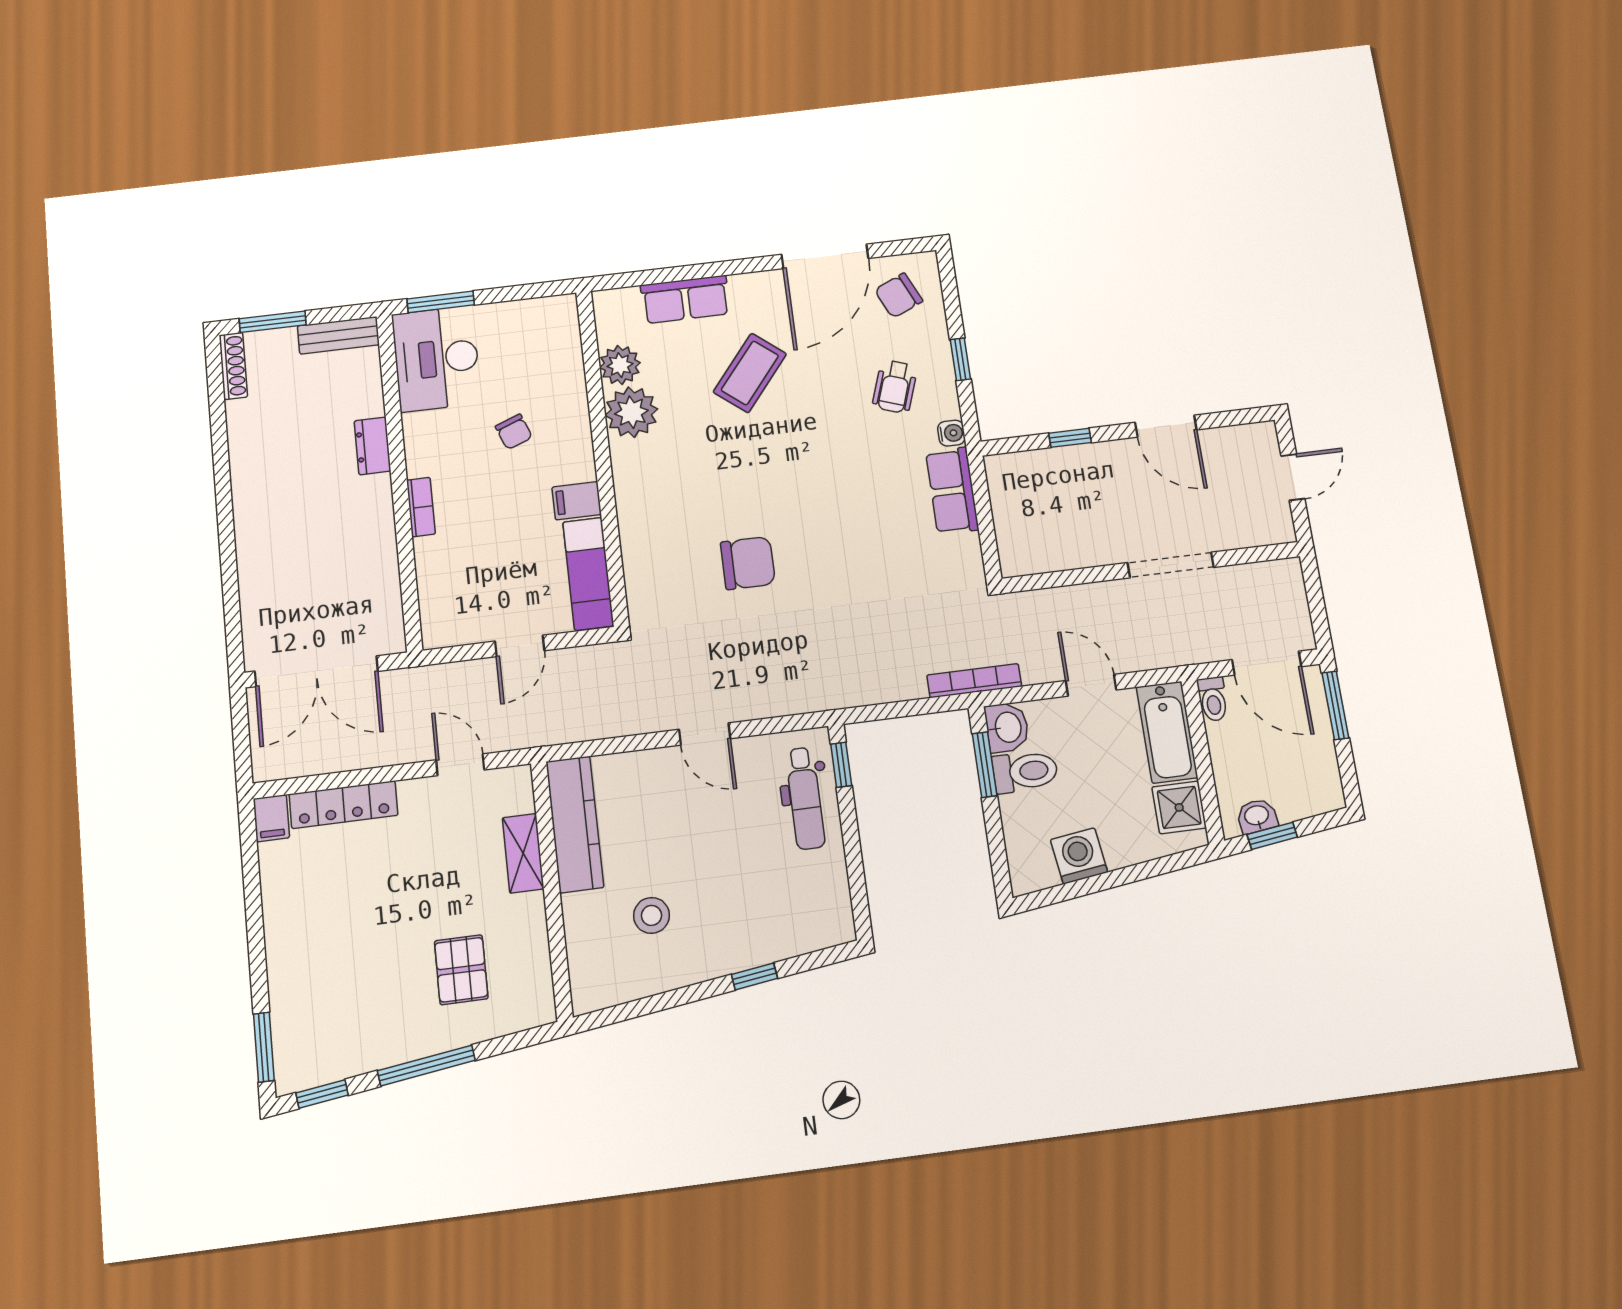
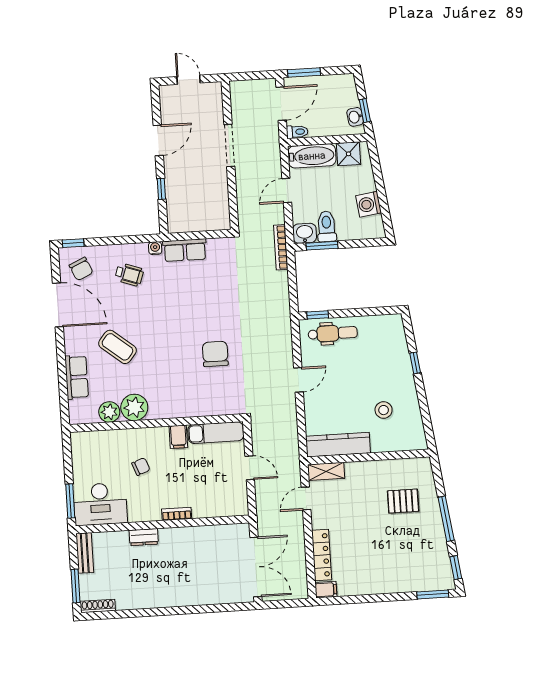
window: (960, 359) -> (73, 243), moved
shelving: (523, 853) -> (326, 471), moved

